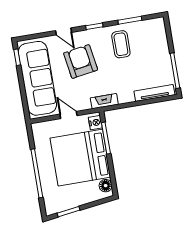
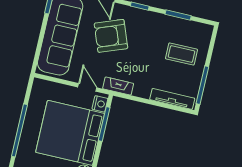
coffee table: (121, 44) -> (181, 54), moved, turned 90
armchair: (81, 61) -> (111, 36), turned -102
door: (68, 115) -> (87, 87), moved

